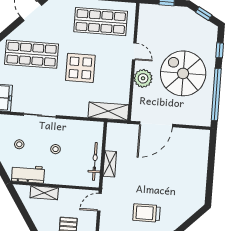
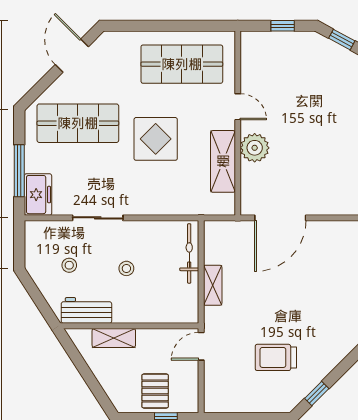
spiral stairs: (183, 73) -> (317, 135), removed
shelving: (108, 111) -> (223, 161), moved, turned 90
bicycle: (95, 161) -> (189, 253), moved

